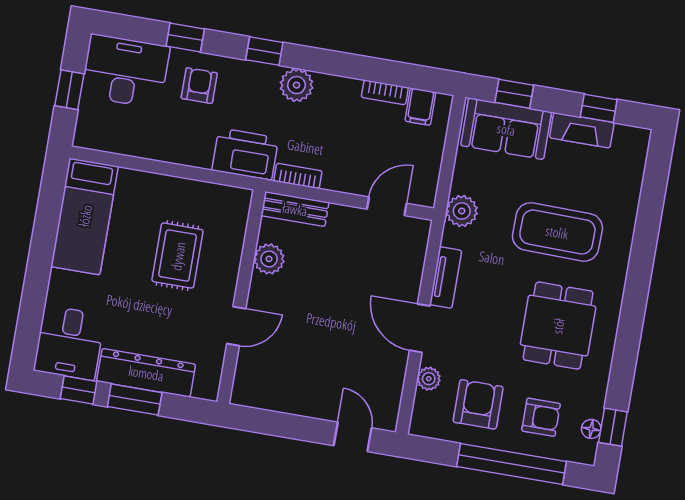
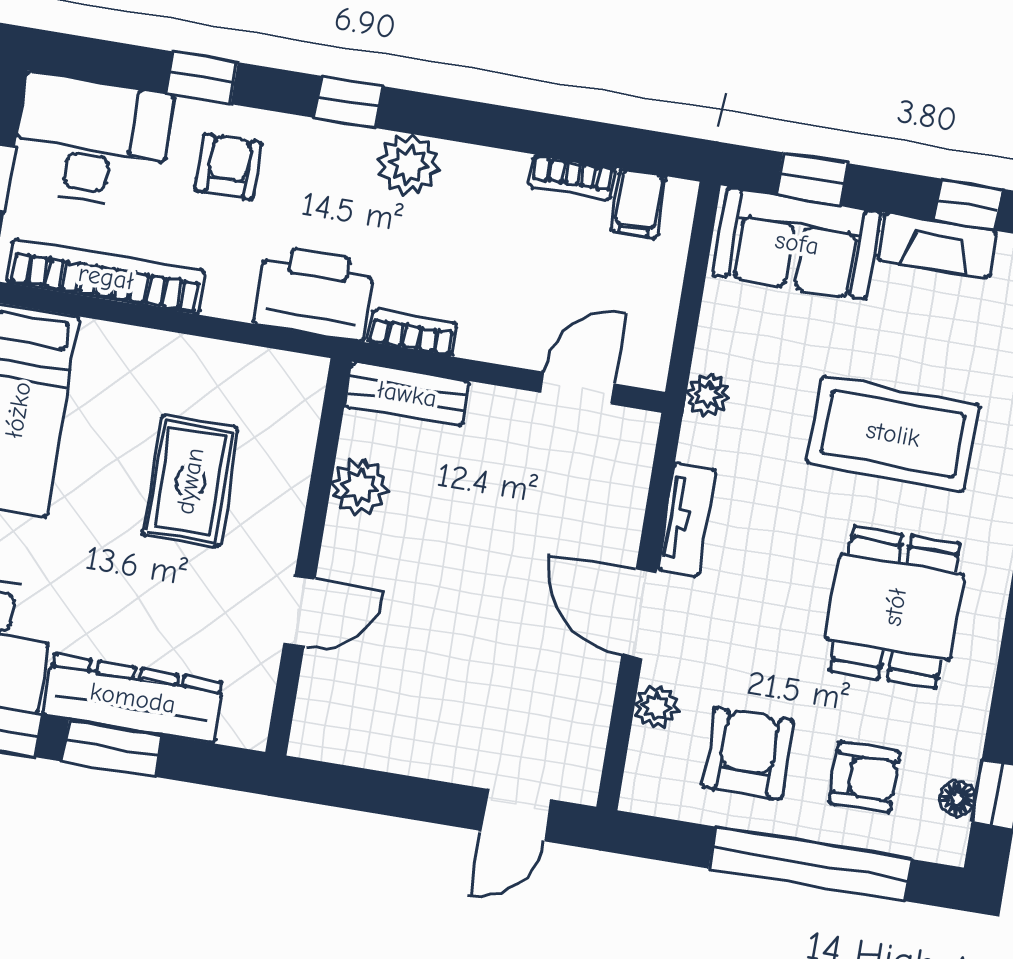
bookcase: (133, 145) -> (106, 277), added
plant: (462, 211) -> (708, 395), width x0.73, depth x0.73
door: (353, 437) -> (516, 815), swing flipped

